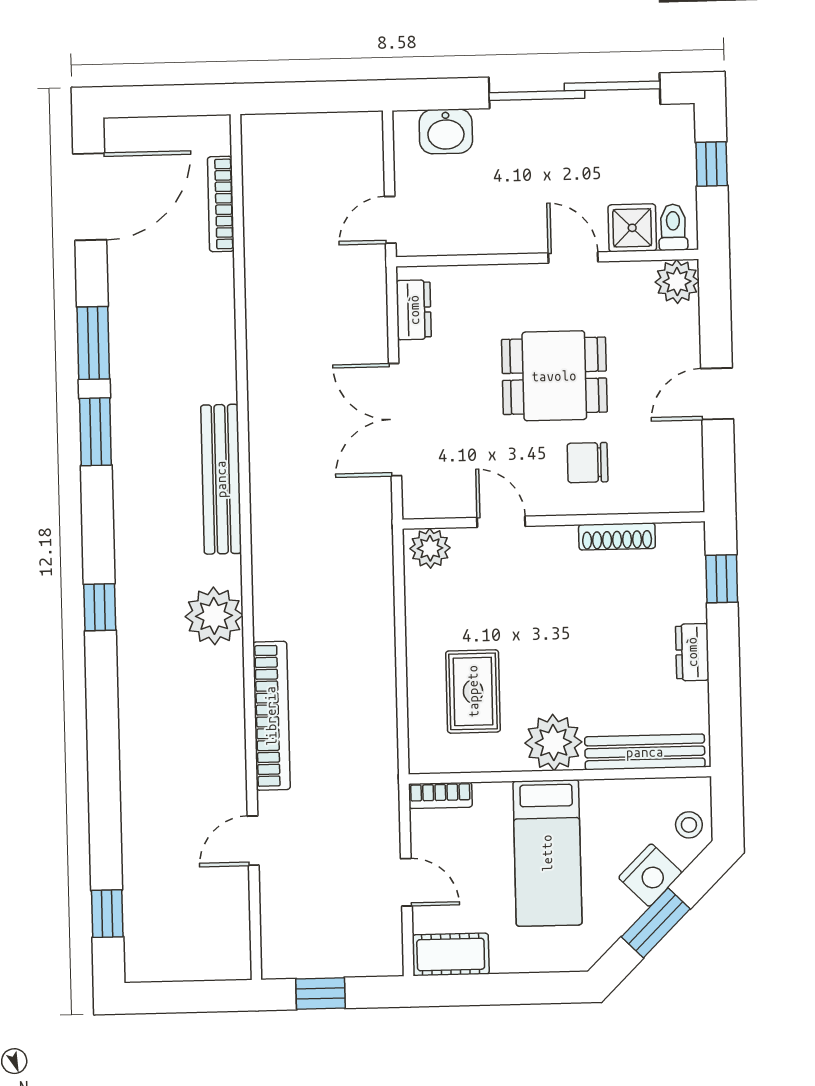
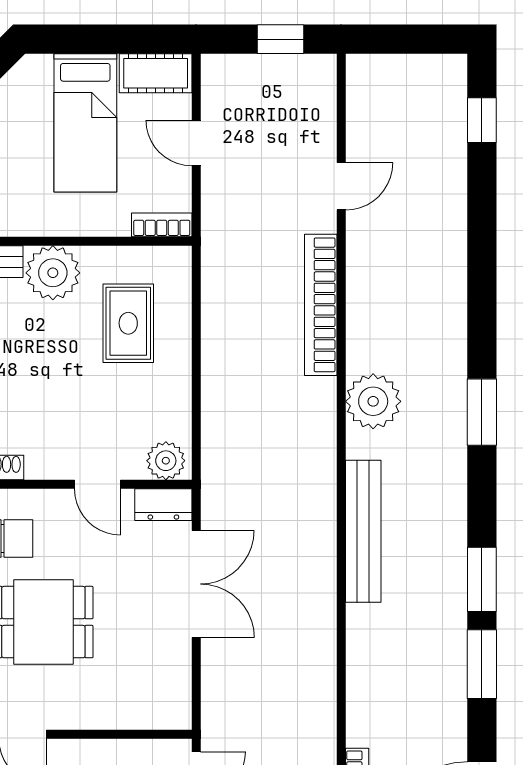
dresser: (414, 310) -> (163, 505), moved, turned -90
window: (100, 607) -> (482, 412), width x1.50
bed: (547, 853) -> (85, 123), moved, turned 180

